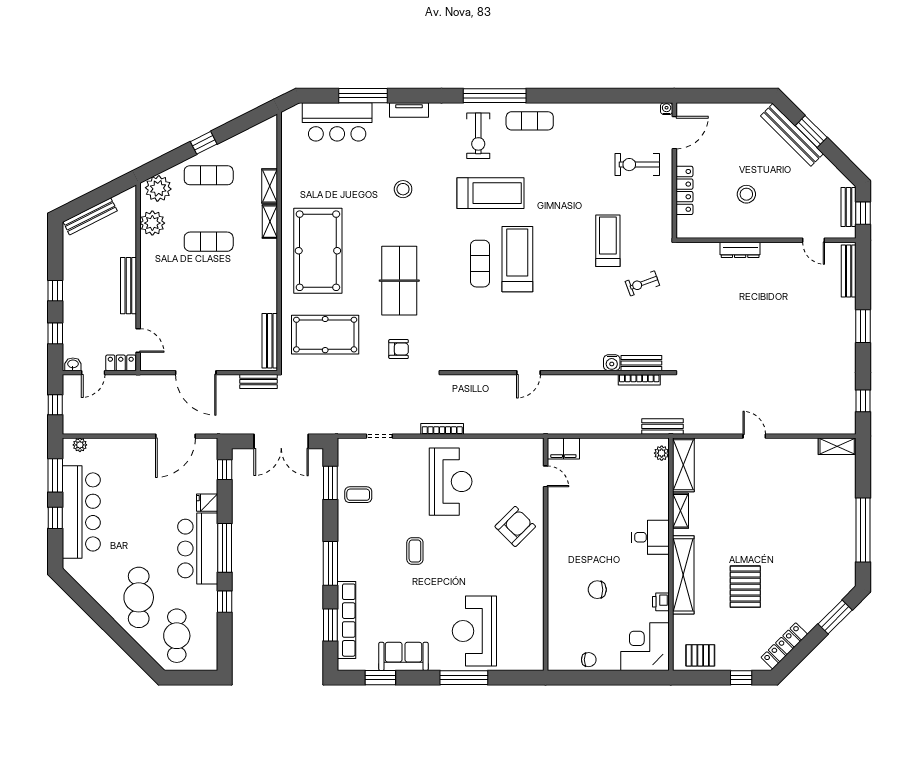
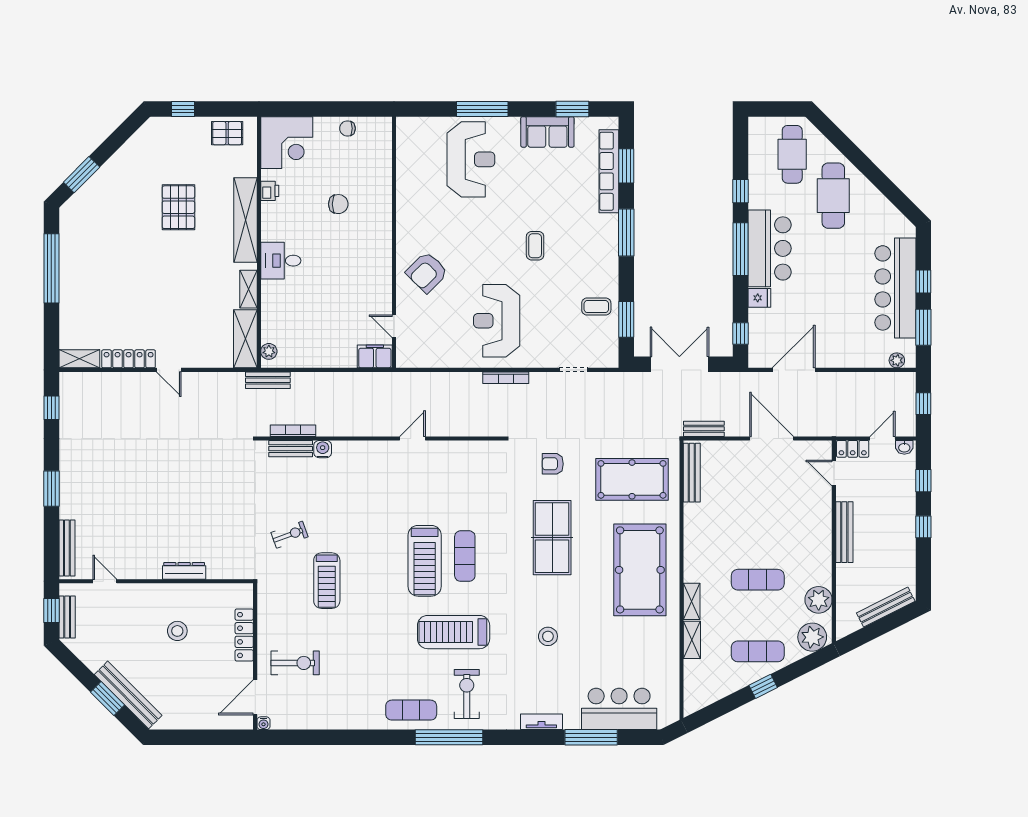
locker: (784, 646) -> (129, 359), moved, turned -135

